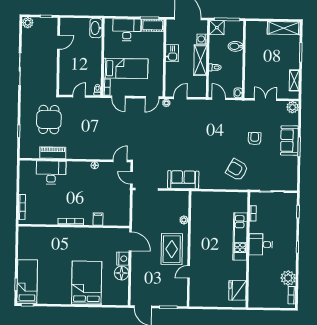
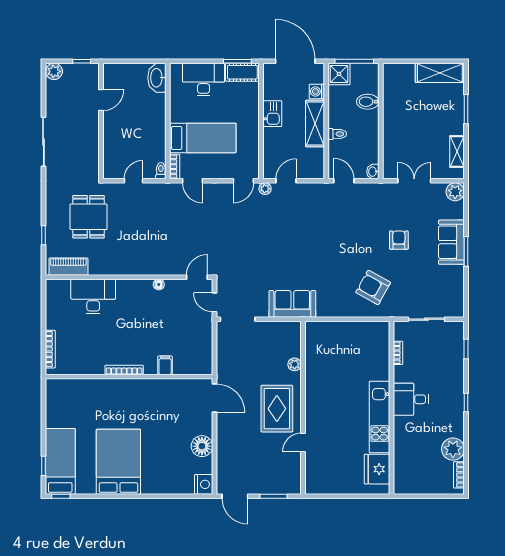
piano: (53, 153) -> (68, 267), moved
kitchen unit: (240, 236) -> (380, 417), moved
nightstand: (123, 259) -> (204, 484), moved
bed: (87, 283) -> (118, 462), moved

